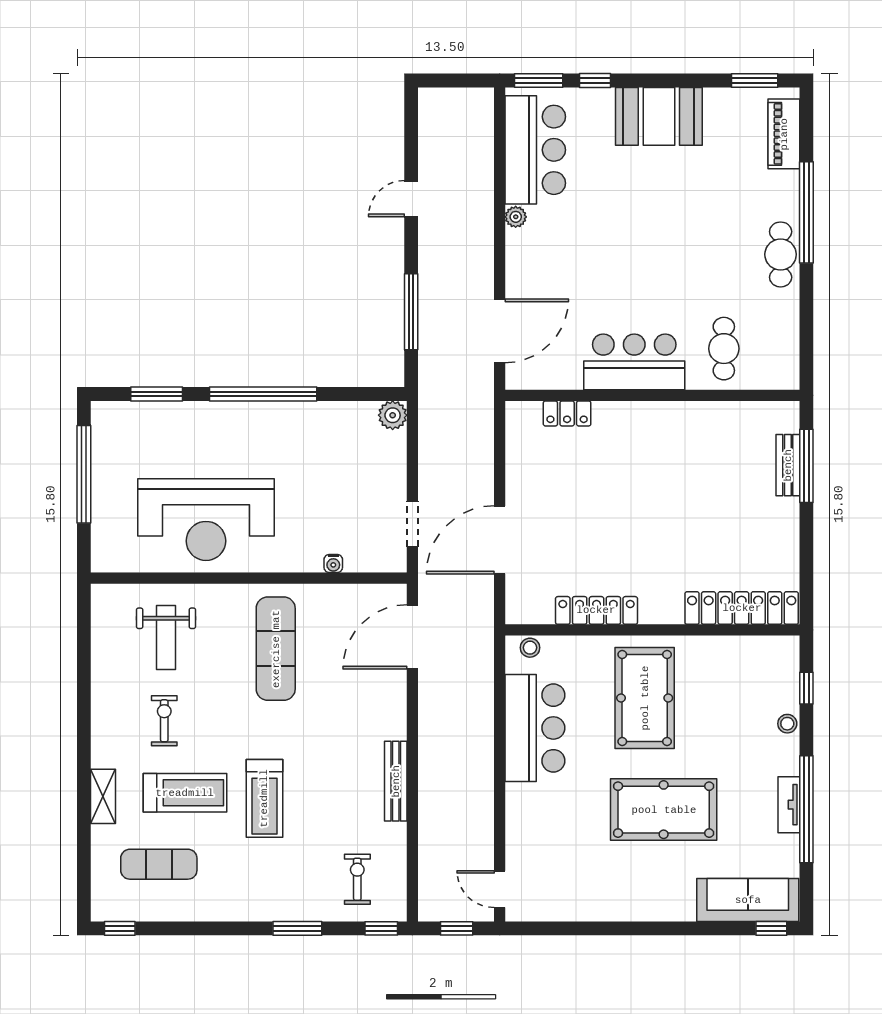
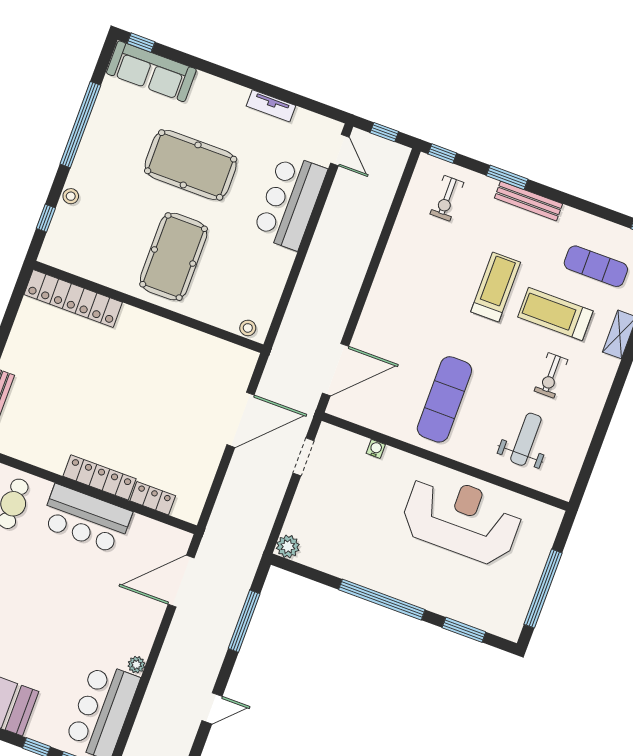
locker: (596, 610) -> (100, 477), moved, turned 180
bar counter: (535, 728) -> (290, 202), moved
bench: (396, 781) -> (529, 201), moved, turned 90
tv unit: (789, 805) -> (271, 106), moved, turned 90

